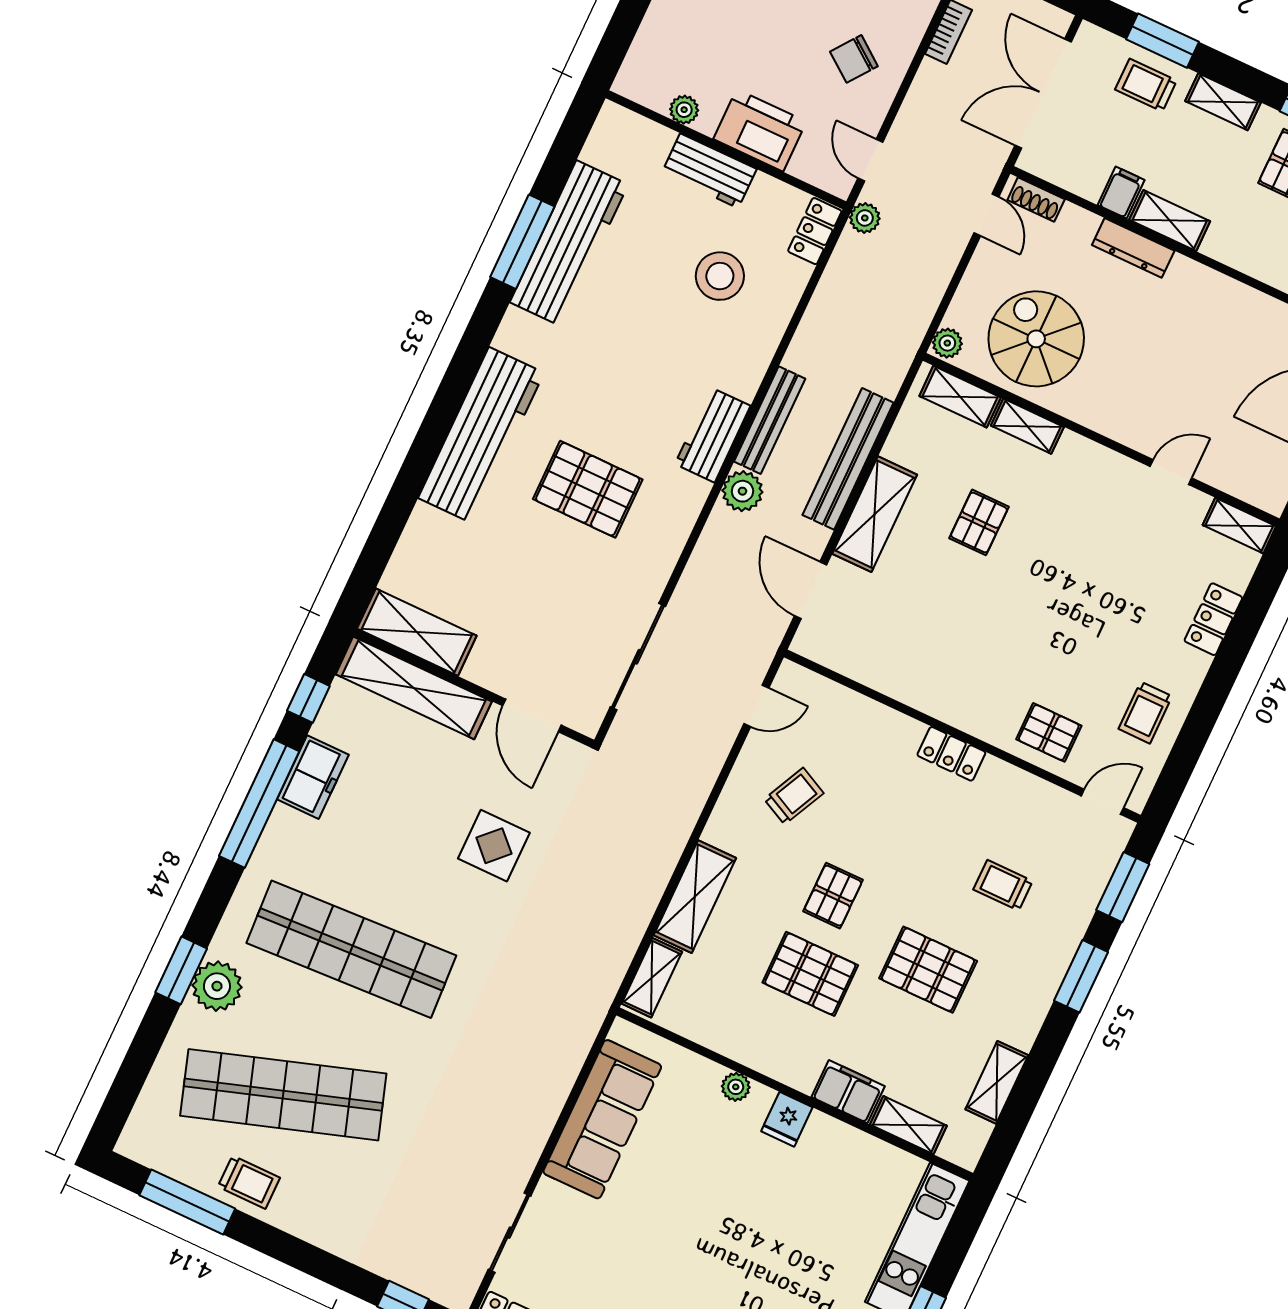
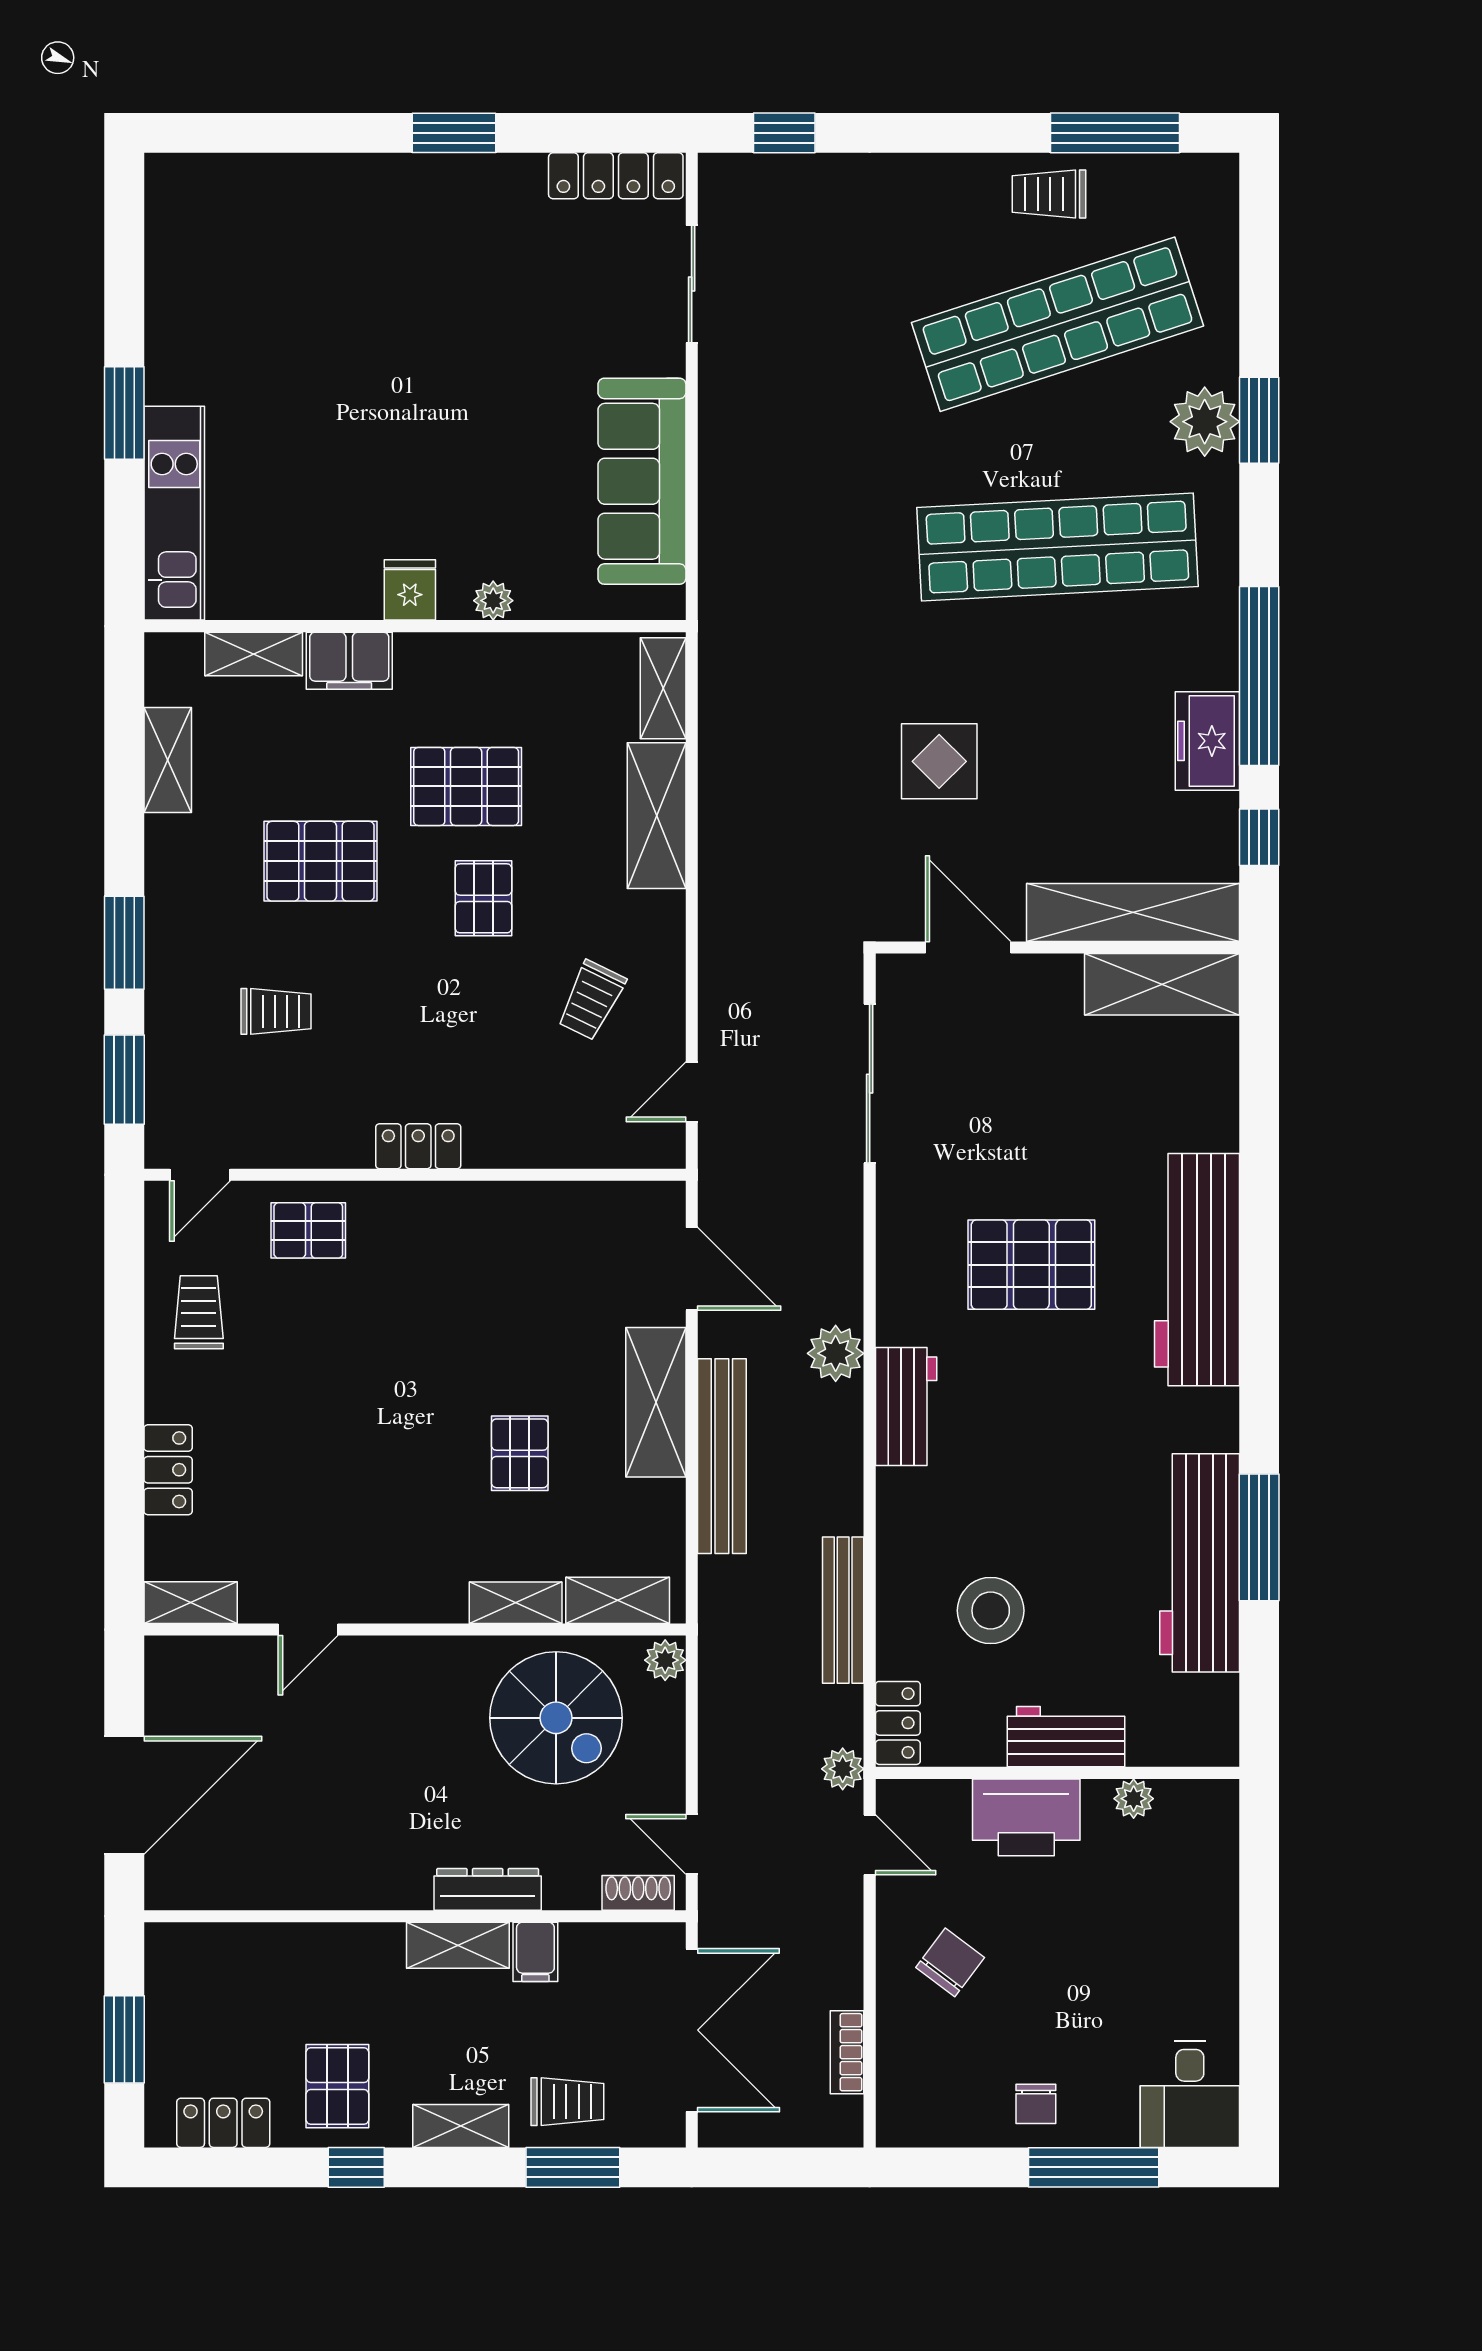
bench: (770, 420) -> (843, 1610), moved

